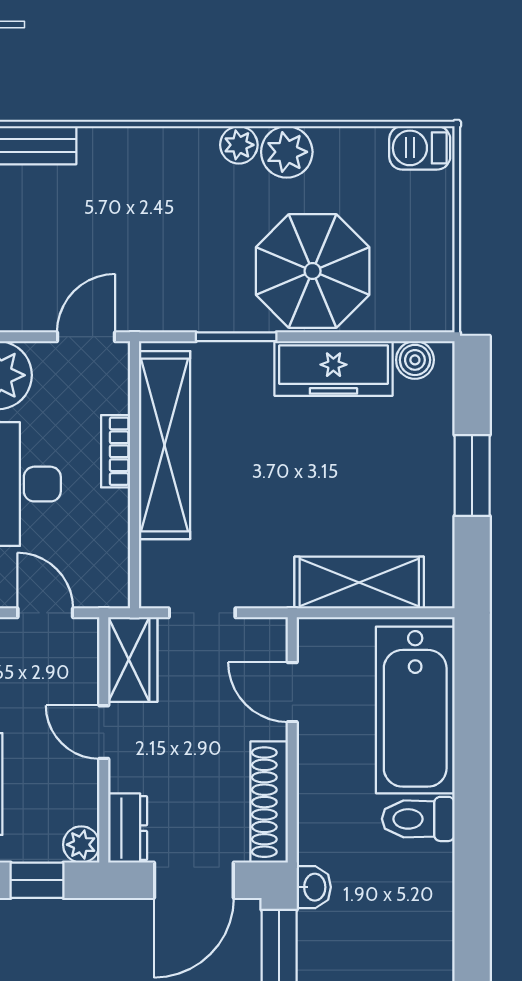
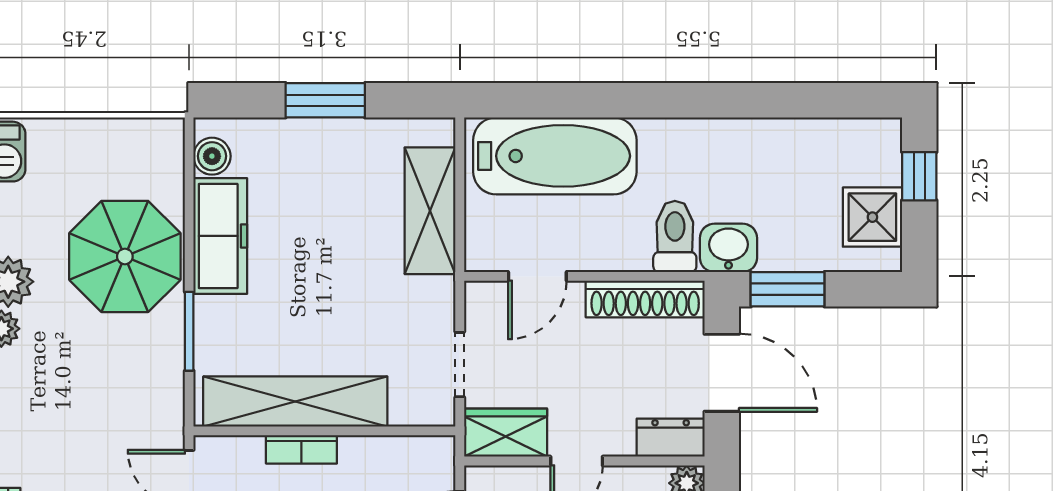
toilet: (418, 819) -> (675, 236), moved, turned 180
washbasin: (314, 887) -> (728, 248), width x1.38, depth x1.45

